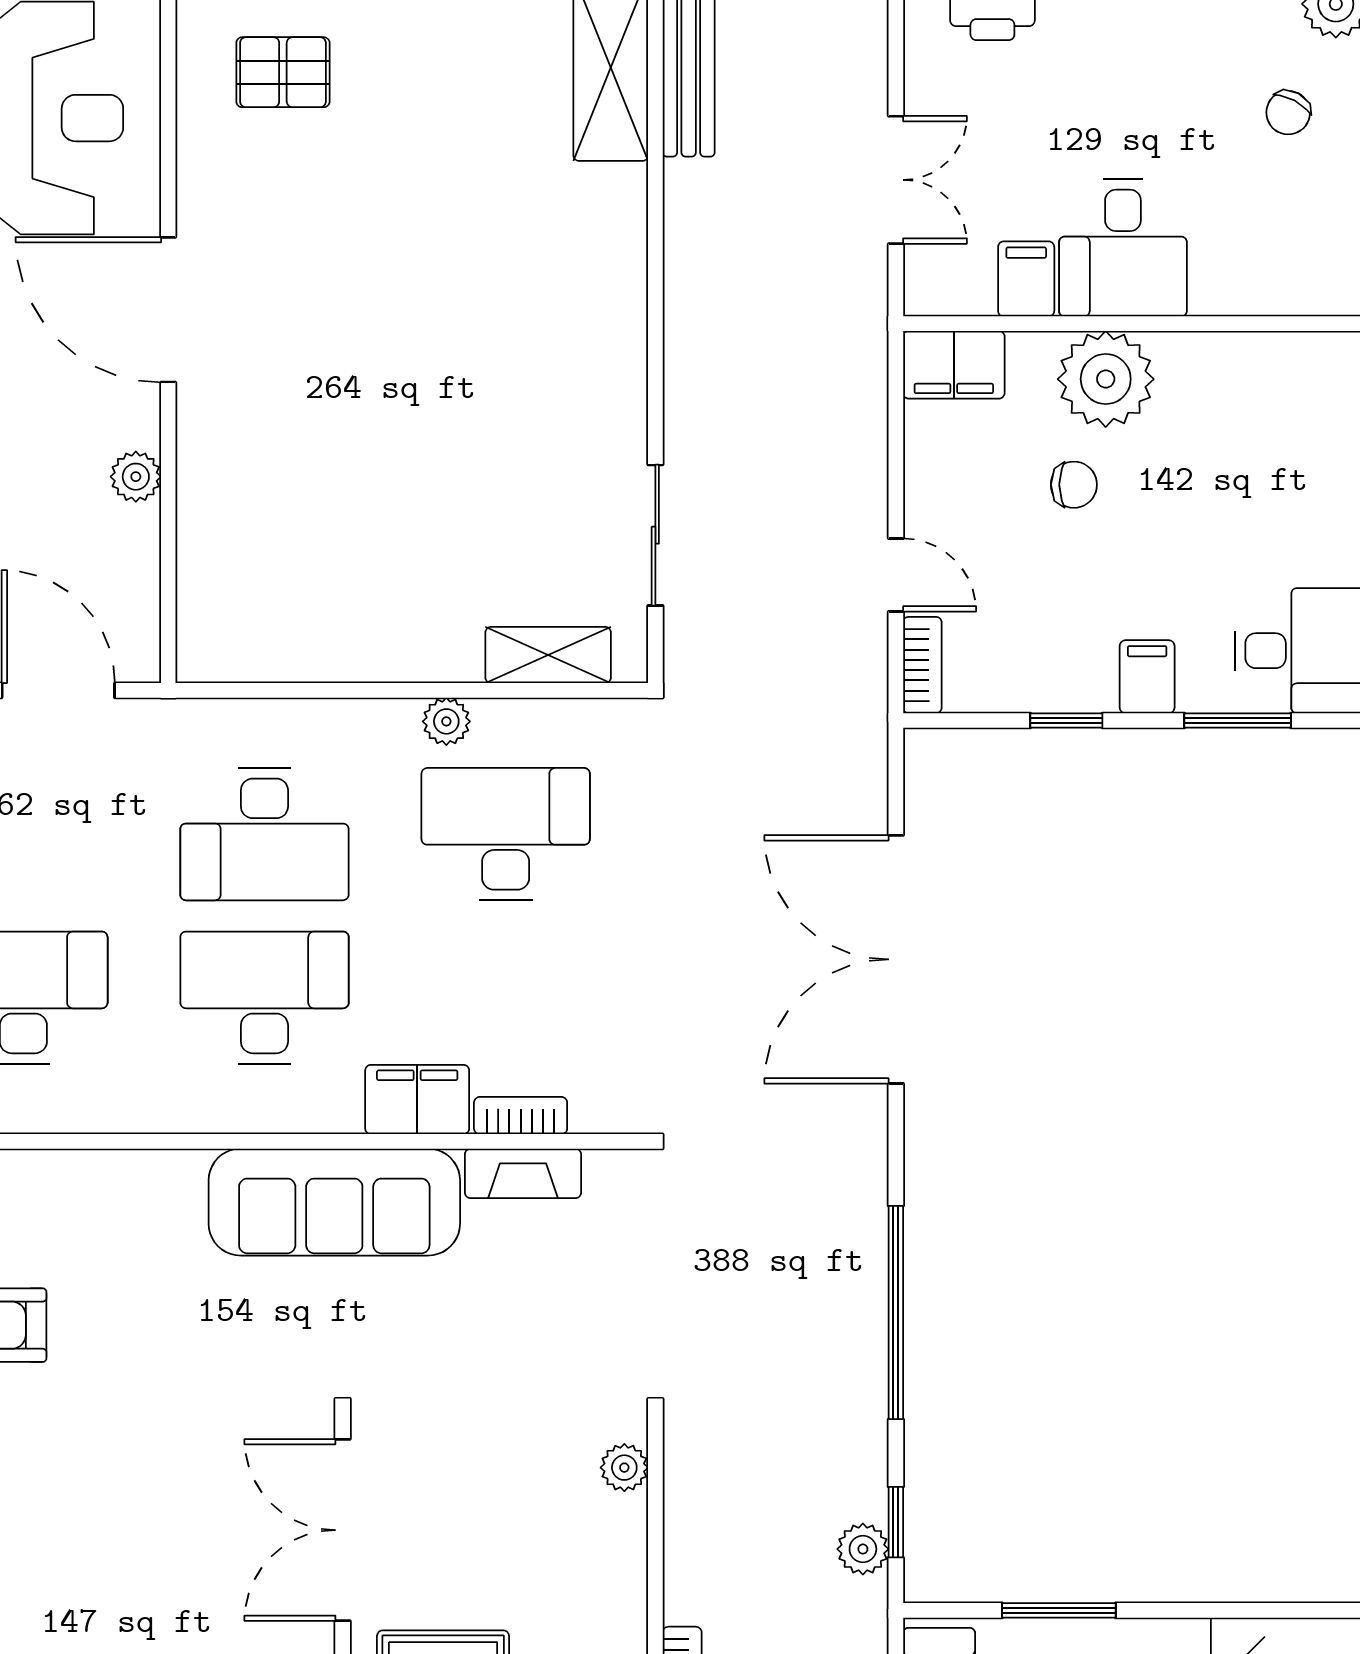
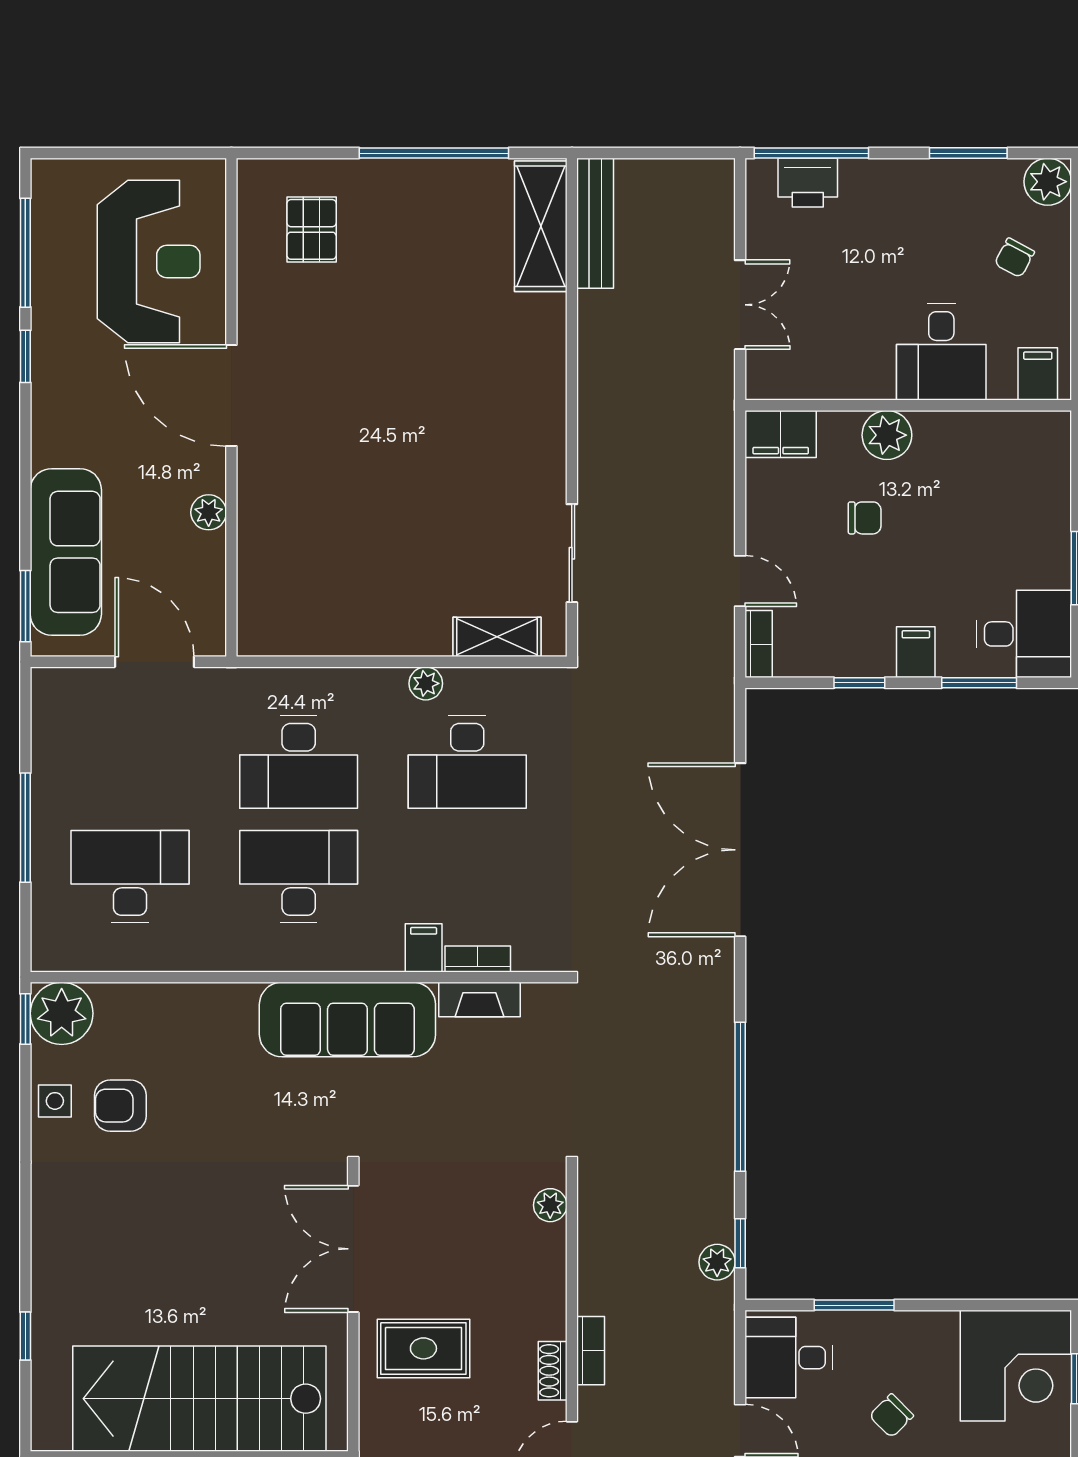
pallet: (283, 72) -> (312, 229), turned 90
desk: (1123, 248) -> (941, 352), moved
filing cabinet: (1026, 279) -> (1038, 374), moved
plant: (1106, 379) -> (887, 435), width x0.73, depth x0.73
desk: (506, 834) -> (467, 762), turned 180
filing cabinet: (417, 1100) -> (424, 948), width x0.50

